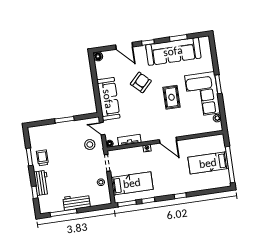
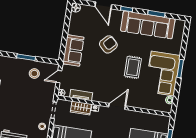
sofa: (108, 99) -> (73, 50), width x0.73
door: (102, 129) -> (59, 77), hinge flipped
door: (168, 140) -> (117, 106), swing flipped
stool: (90, 145) -> (34, 73), moved
wardrobe: (133, 153) -> (81, 108), added

